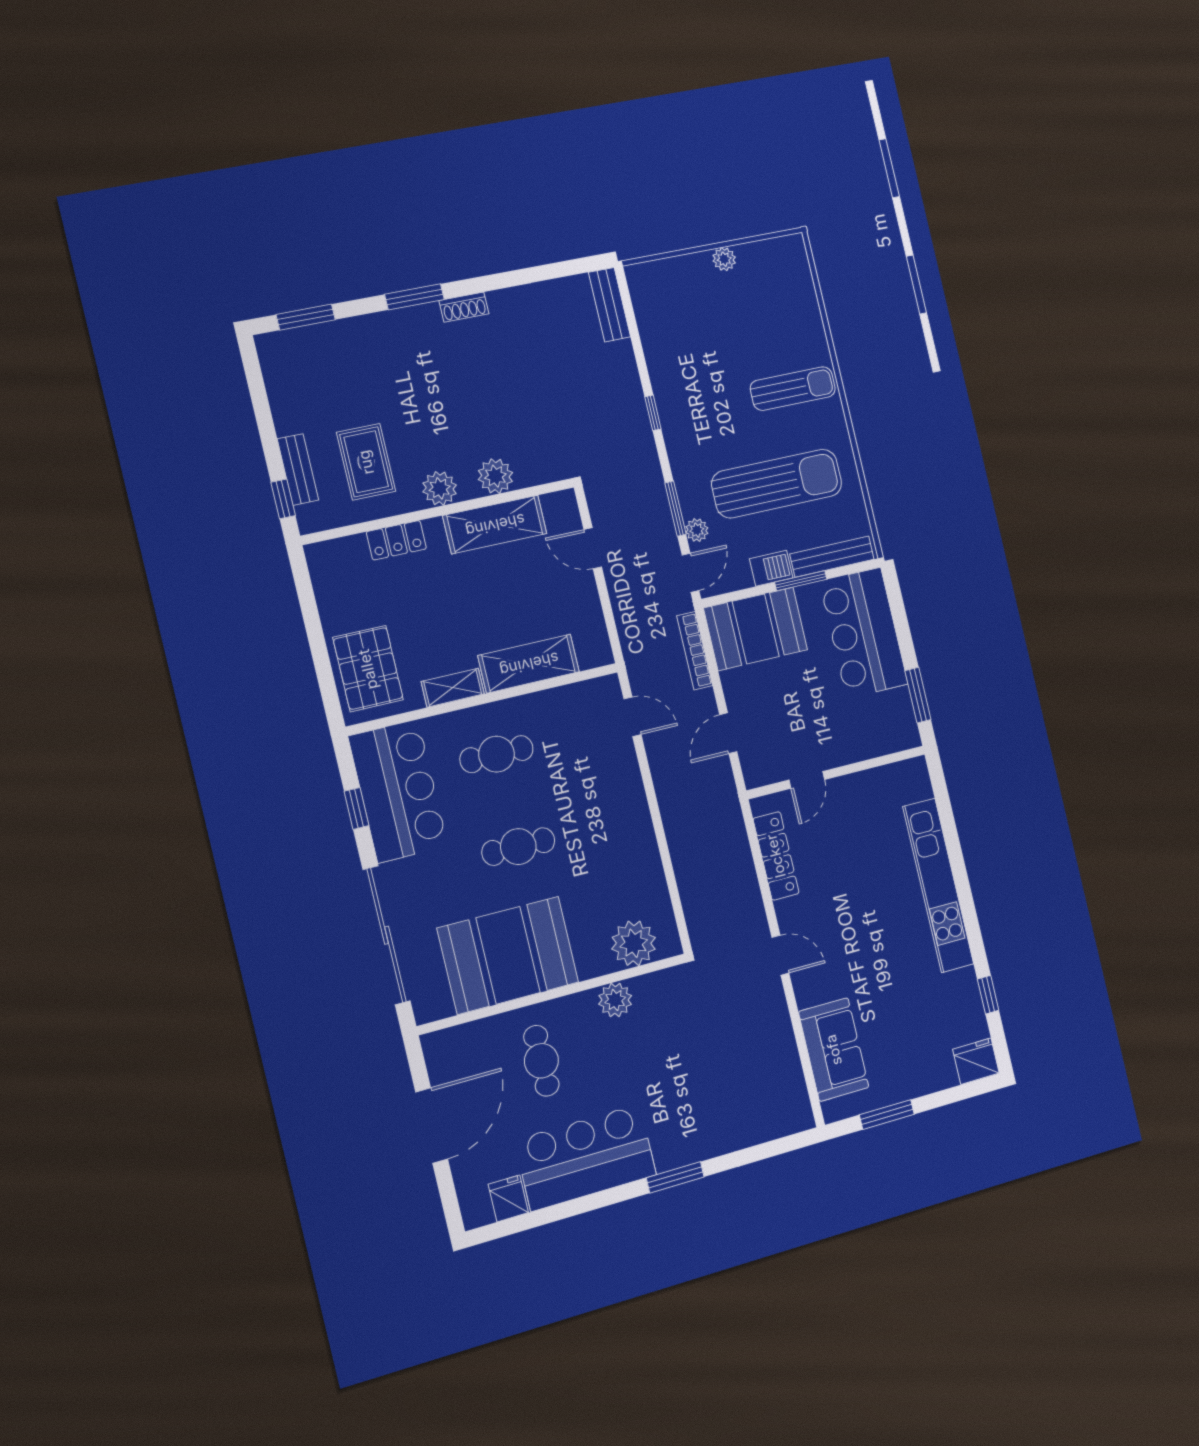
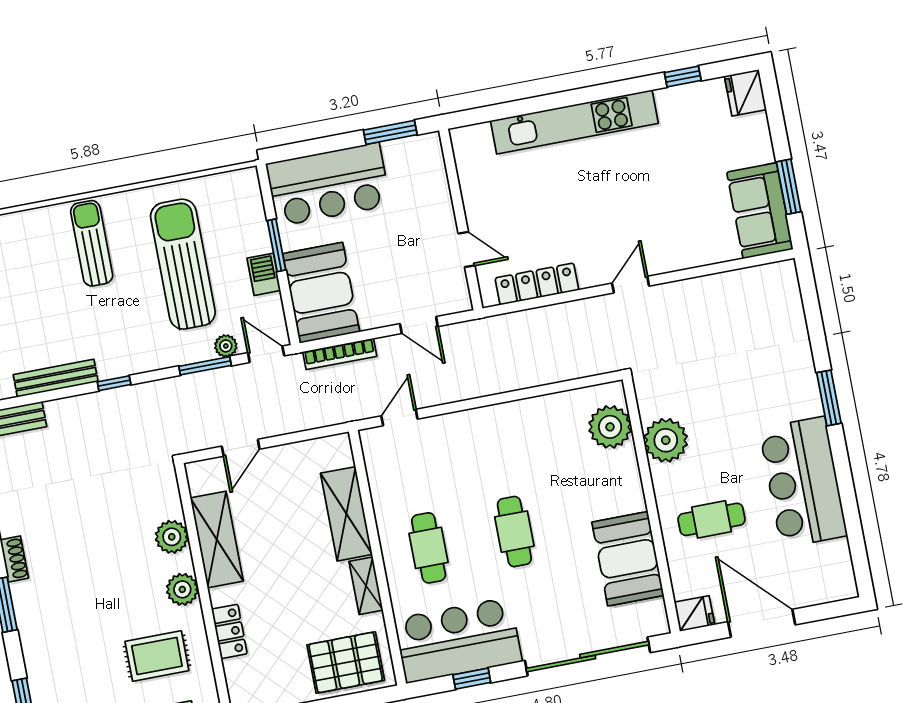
bench: (832, 557) -> (56, 378), moved, turned 90
booth: (508, 955) -> (628, 559), width x0.73, depth x0.70
plant: (615, 1000) -> (666, 440), width x1.36, depth x1.36
sofa: (834, 1050) -> (760, 211), moved, turned -90
fridge: (508, 1198) -> (695, 614), moved, turned 180

